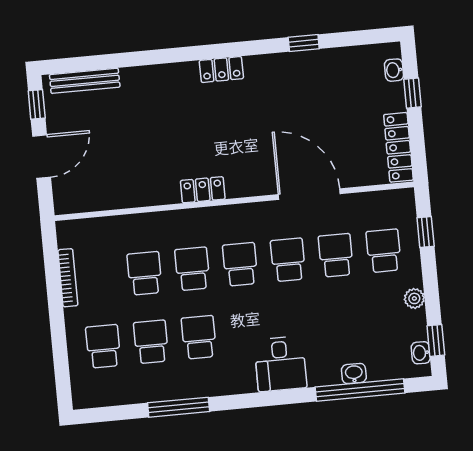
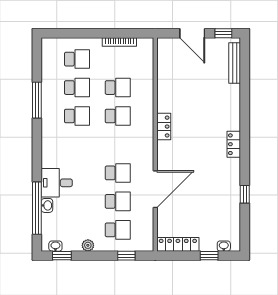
school desk: (240, 264) -> (118, 144), removed
desk: (280, 364) -> (57, 183), moved

